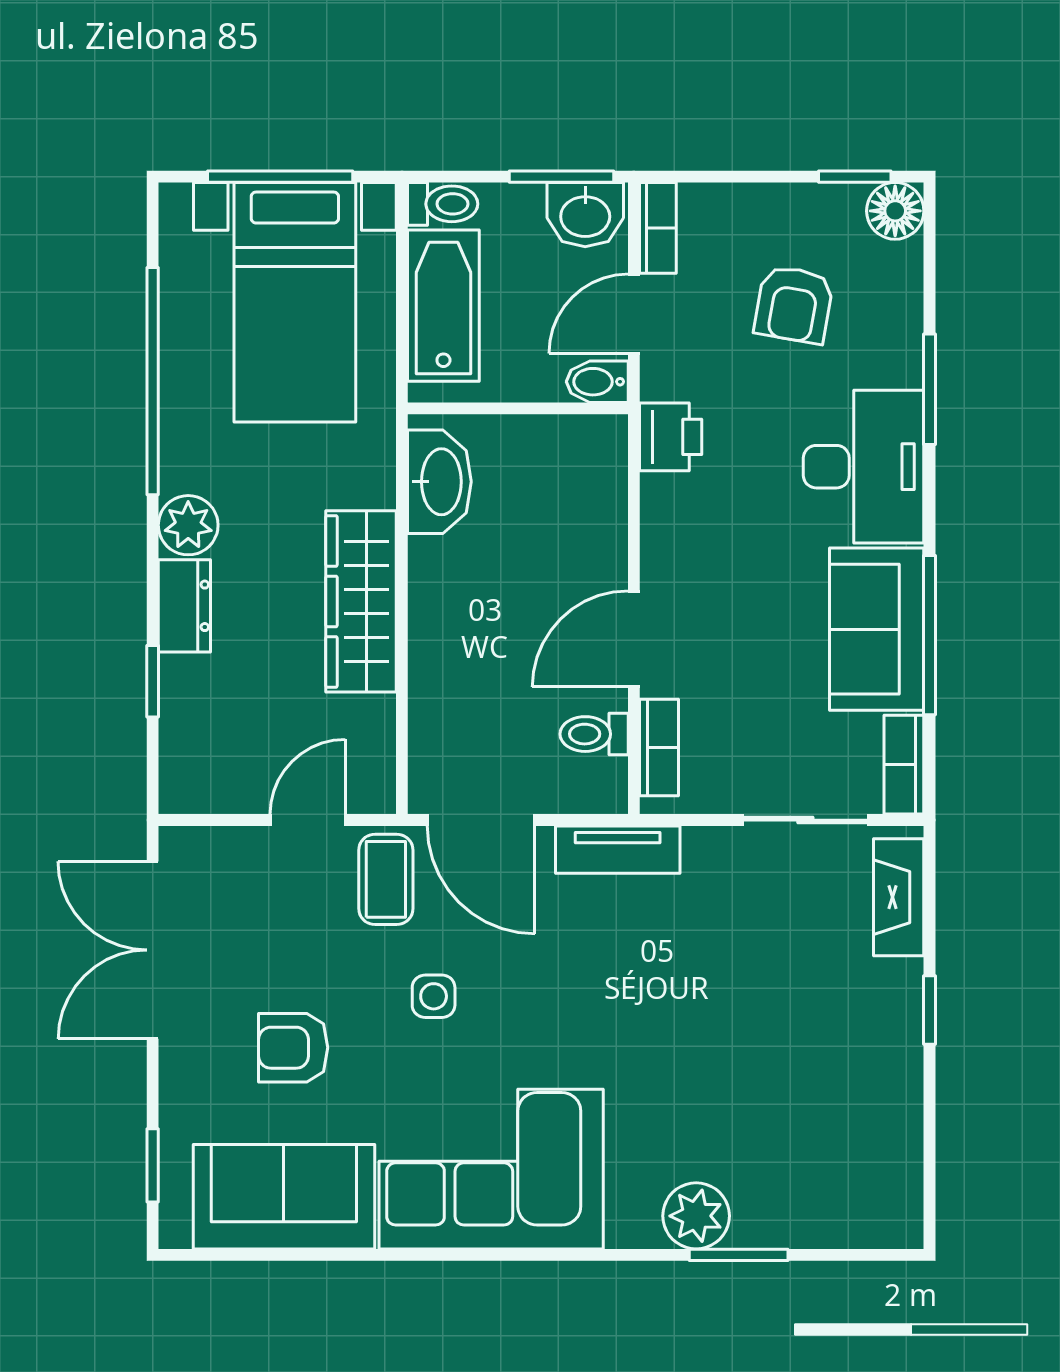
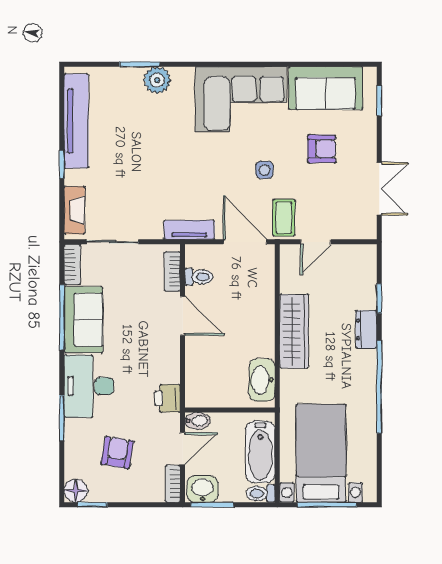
window: (153, 381) -> (379, 387), moved
plant: (188, 525) -> (365, 362), removed
door: (634, 639) -> (183, 316), hinge flipped
double door: (153, 950) -> (379, 189), width x0.73
tv unit: (894, 1116) -> (76, 121), added

